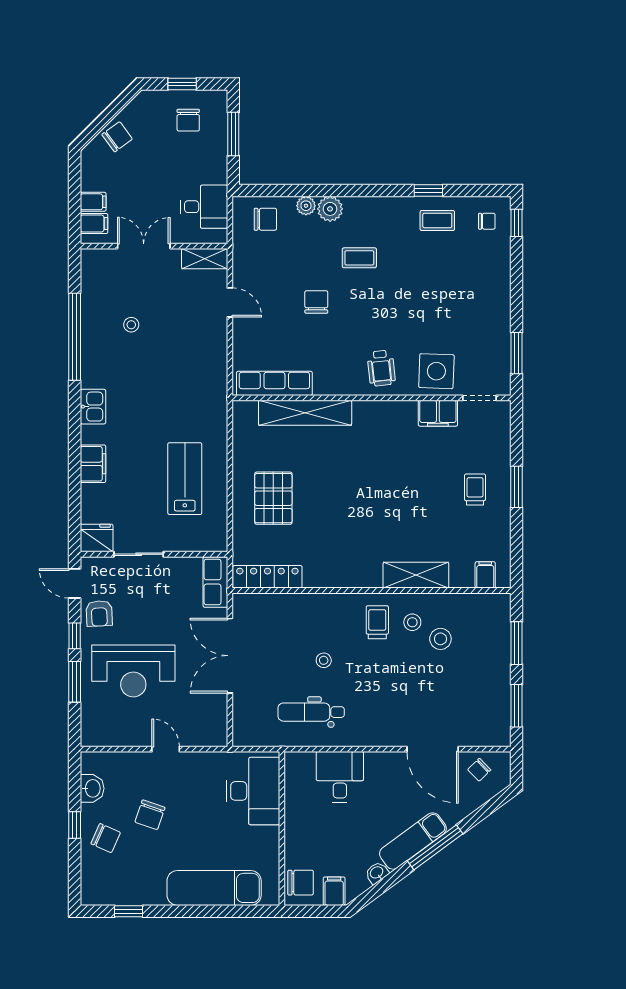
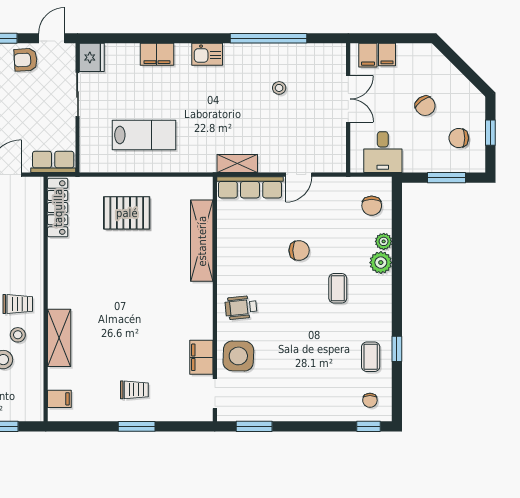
chair: (117, 137) -> (425, 106), moved
shelving: (205, 259) -> (237, 164), moved, turned 90
row of seats: (274, 383) -> (250, 187), moved, turned 90

